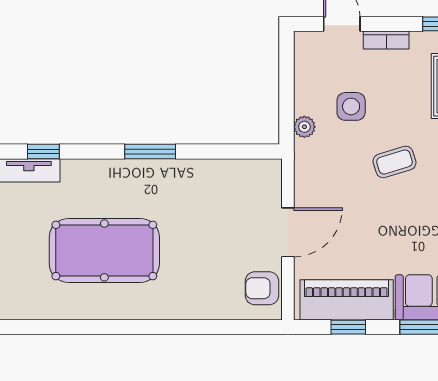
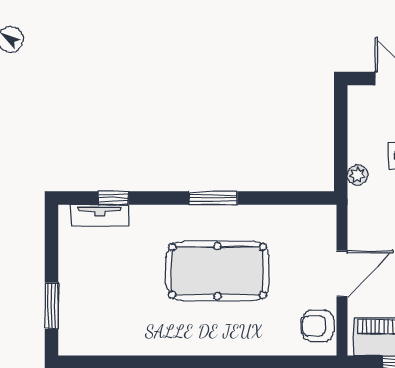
pool table: (104, 250) -> (218, 271), moved

